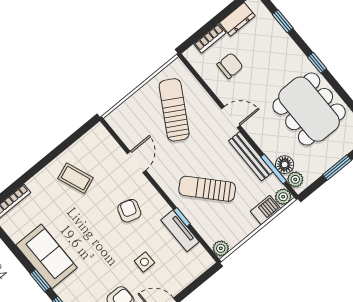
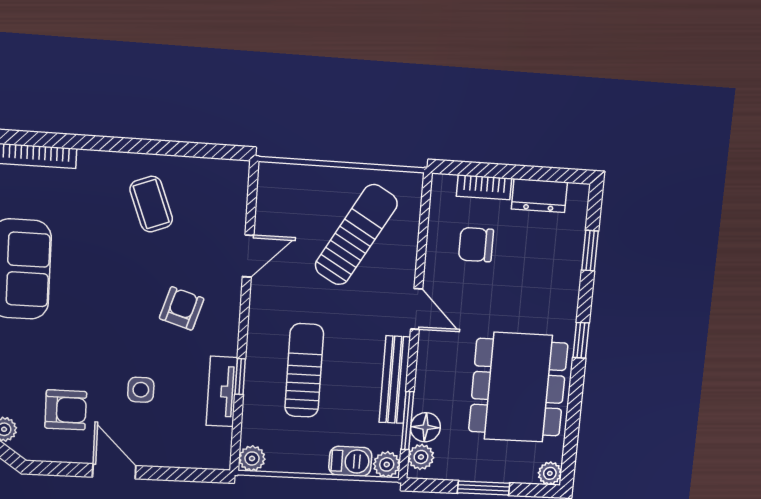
chair: (230, 66) -> (476, 245), turned 180
sun lounger: (207, 189) -> (304, 370), turned 43

